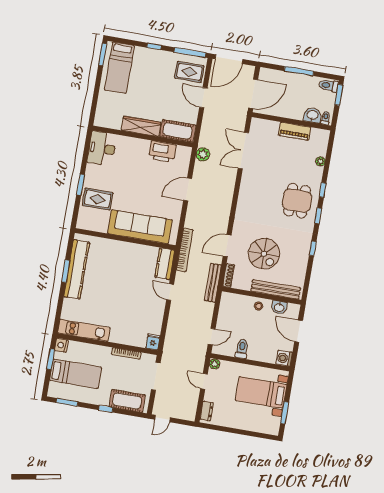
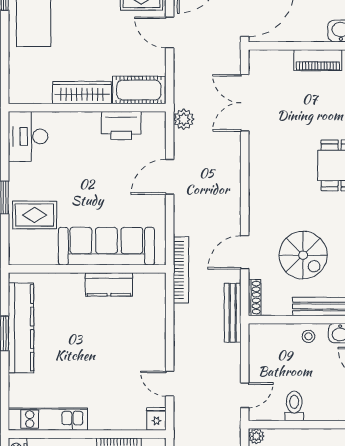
kitchen counter: (165, 264) -> (109, 284), moved, turned -90
door: (170, 292) -> (170, 384), moved

